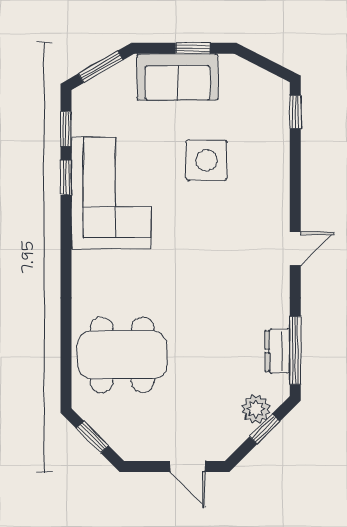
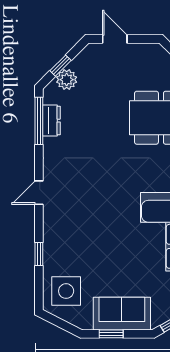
window: (295, 112) -> (39, 254), moved
side table: (206, 160) -> (66, 291), moved

